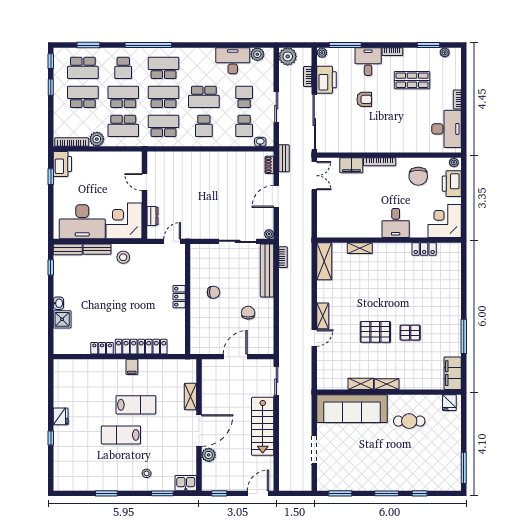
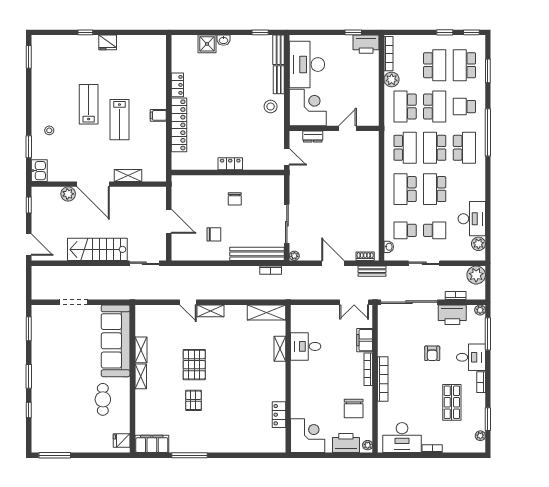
school desk: (164, 97) -> (435, 148), turned 180
school desk: (204, 126) -> (405, 189), width x1.85
bookcase: (389, 148) -> (383, 379), added
chair: (418, 176) -> (354, 409), turned -90
desk: (396, 223) -> (306, 346), moved
window: (106, 493) -> (29, 57), moved

